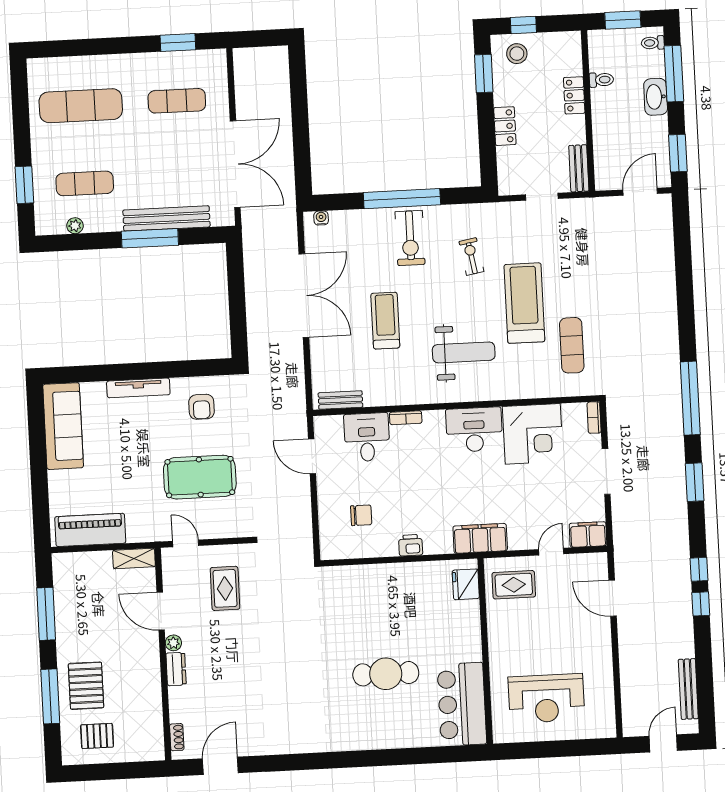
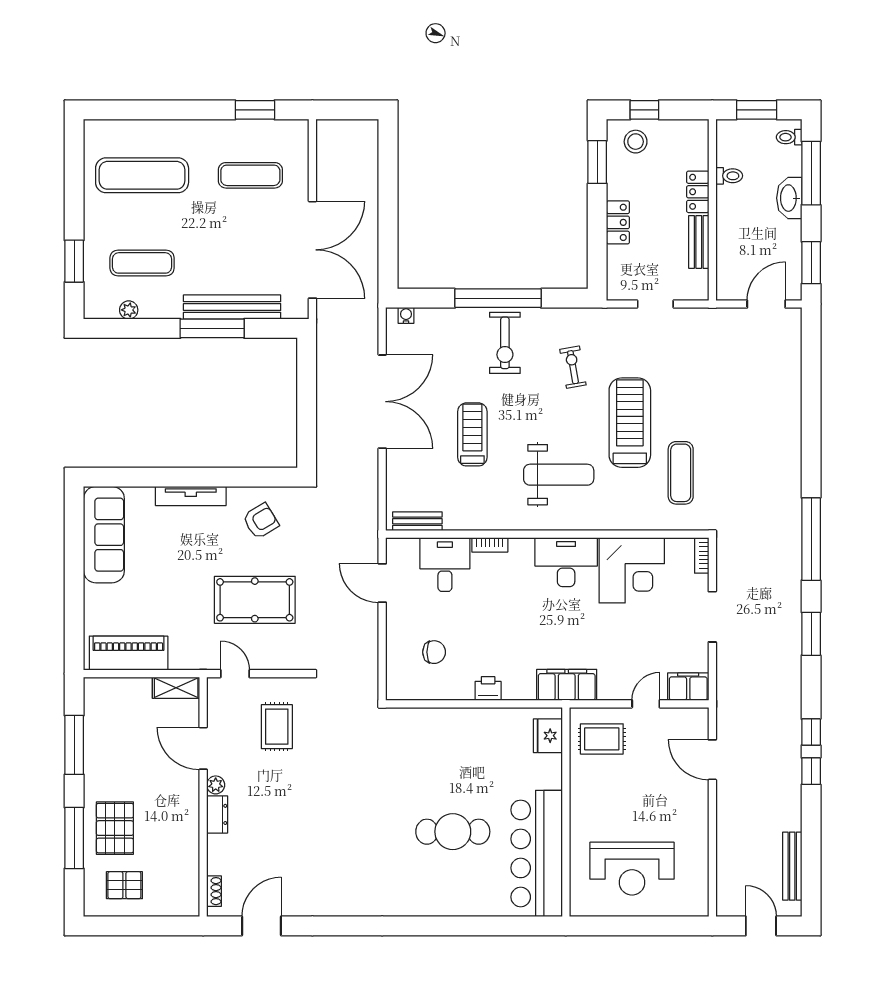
bench: (579, 168) -> (699, 242), moved
armchair: (201, 407) -> (261, 521), turned -121
bar counter: (462, 704) -> (537, 853), width x1.36
door: (663, 743) -> (761, 926), hinge flipped

